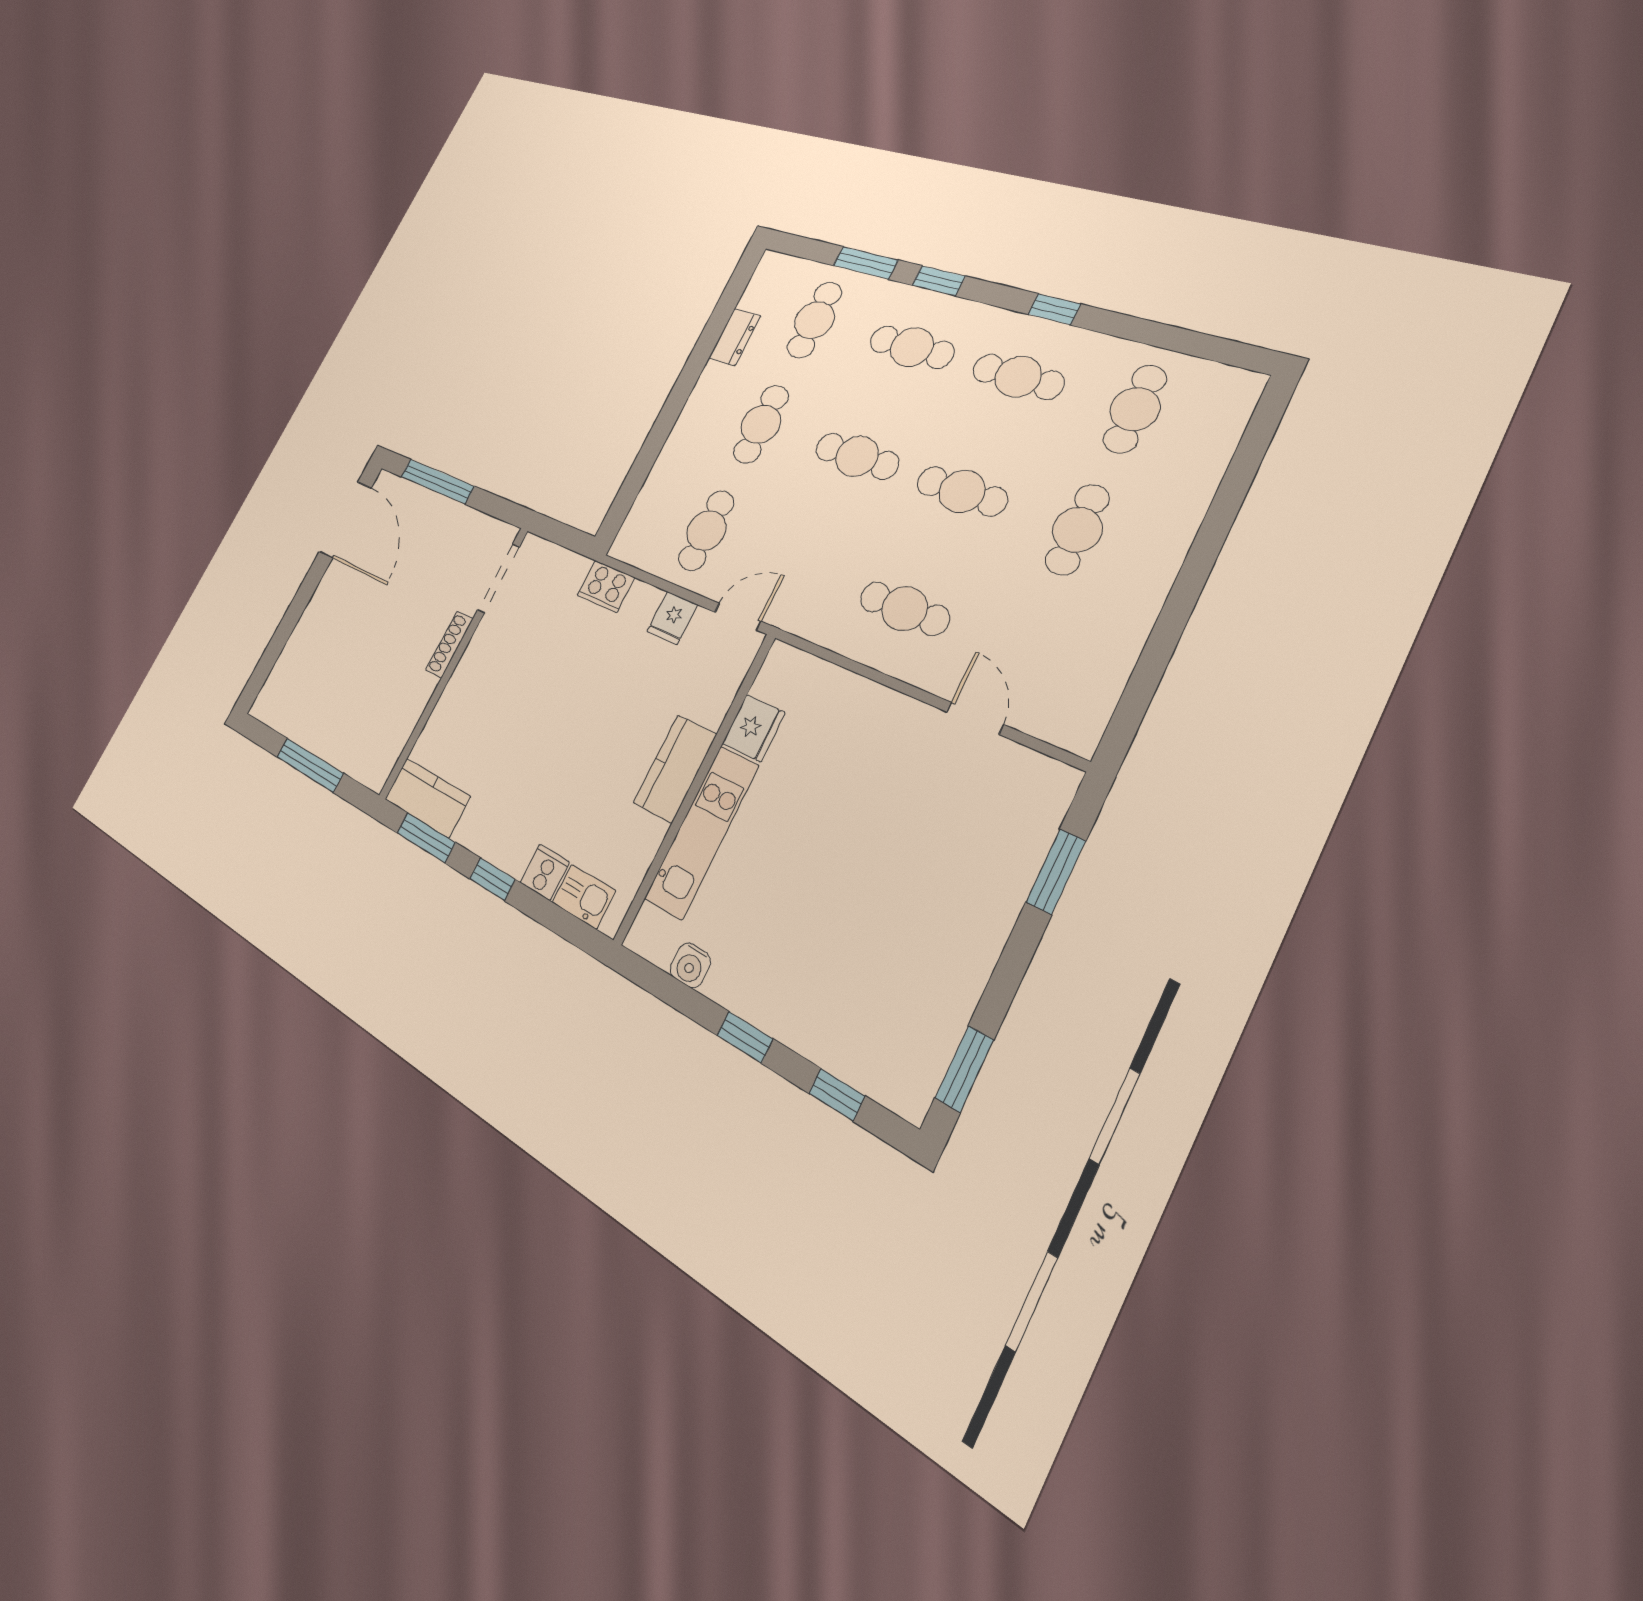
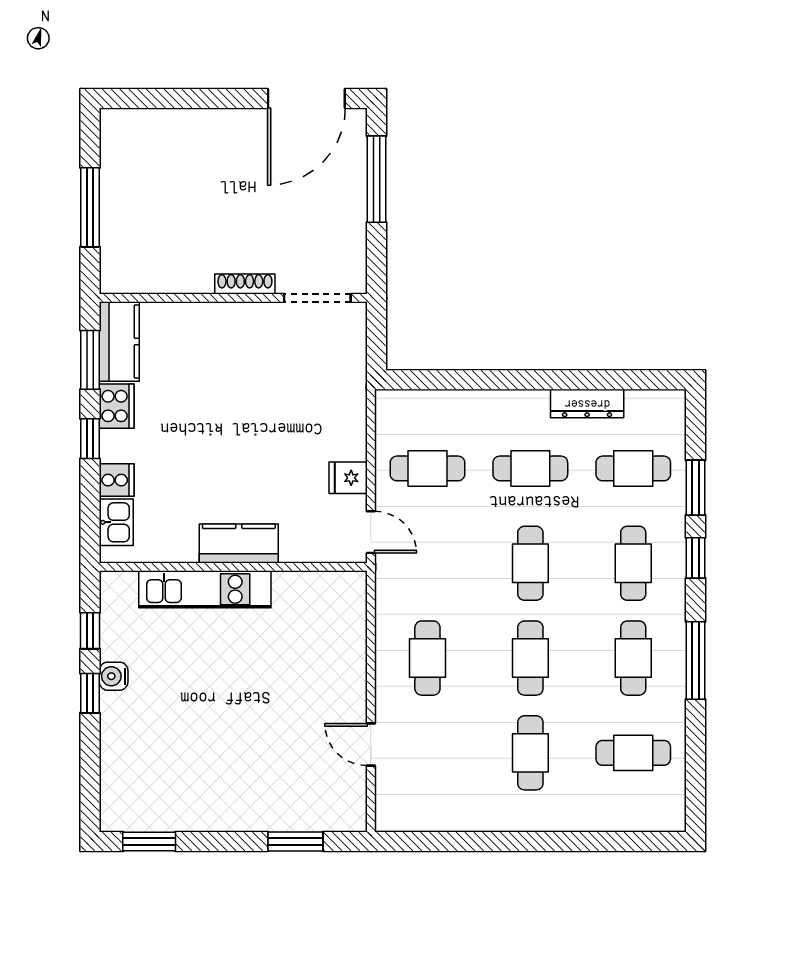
window: (1054, 309) -> (695, 660), width x2.17
dresser: (735, 337) -> (587, 404), width x1.44
cafe table: (1077, 530) -> (530, 753), turned 90
cooker: (606, 586) -> (117, 406), moved, turned 180
door: (975, 718) -> (371, 745), swing flipped
fridge: (754, 728) -> (295, 589), removed
water cooler: (690, 965) -> (114, 676), moved
window: (837, 1095) -> (90, 631), moved

